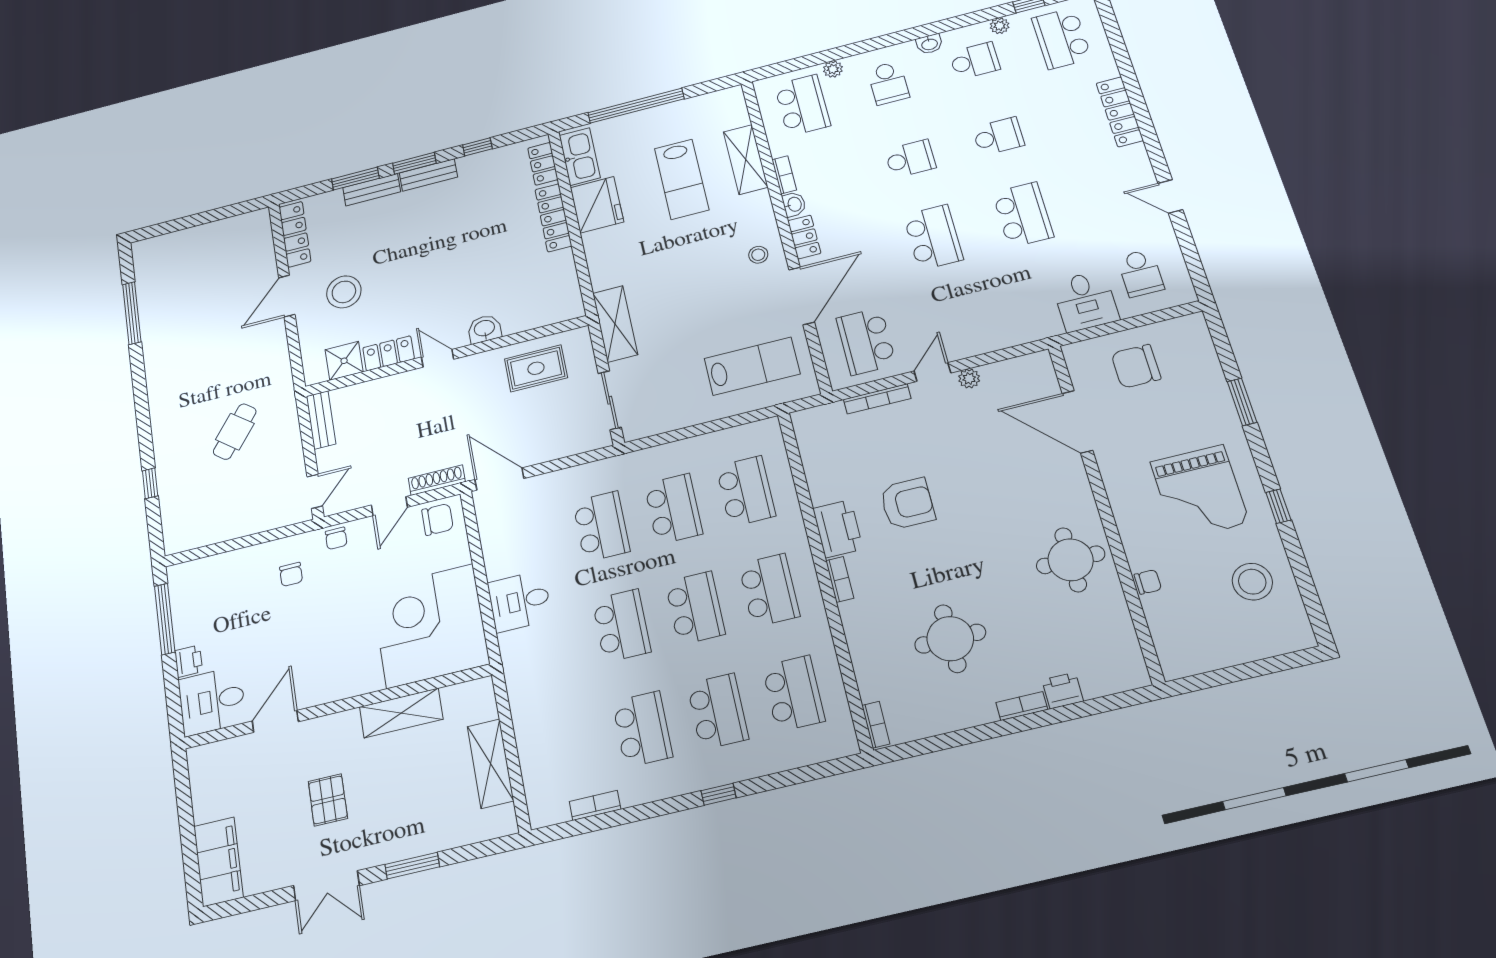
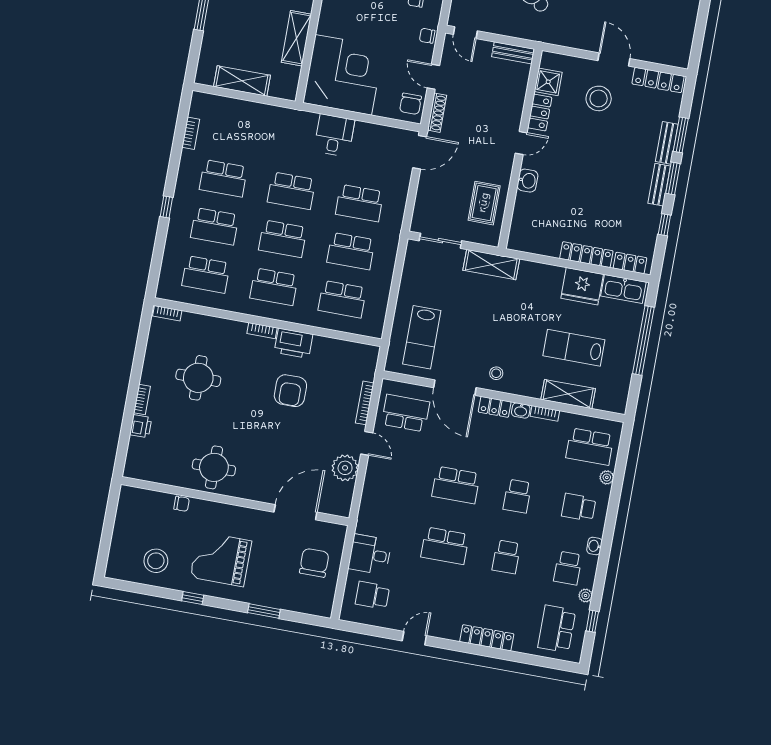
school desk: (1062, 38) -> (557, 629), turned -90
plant: (969, 378) -> (345, 468), width x1.88, depth x1.88
chair: (1148, 582) -> (182, 504), turned -90

